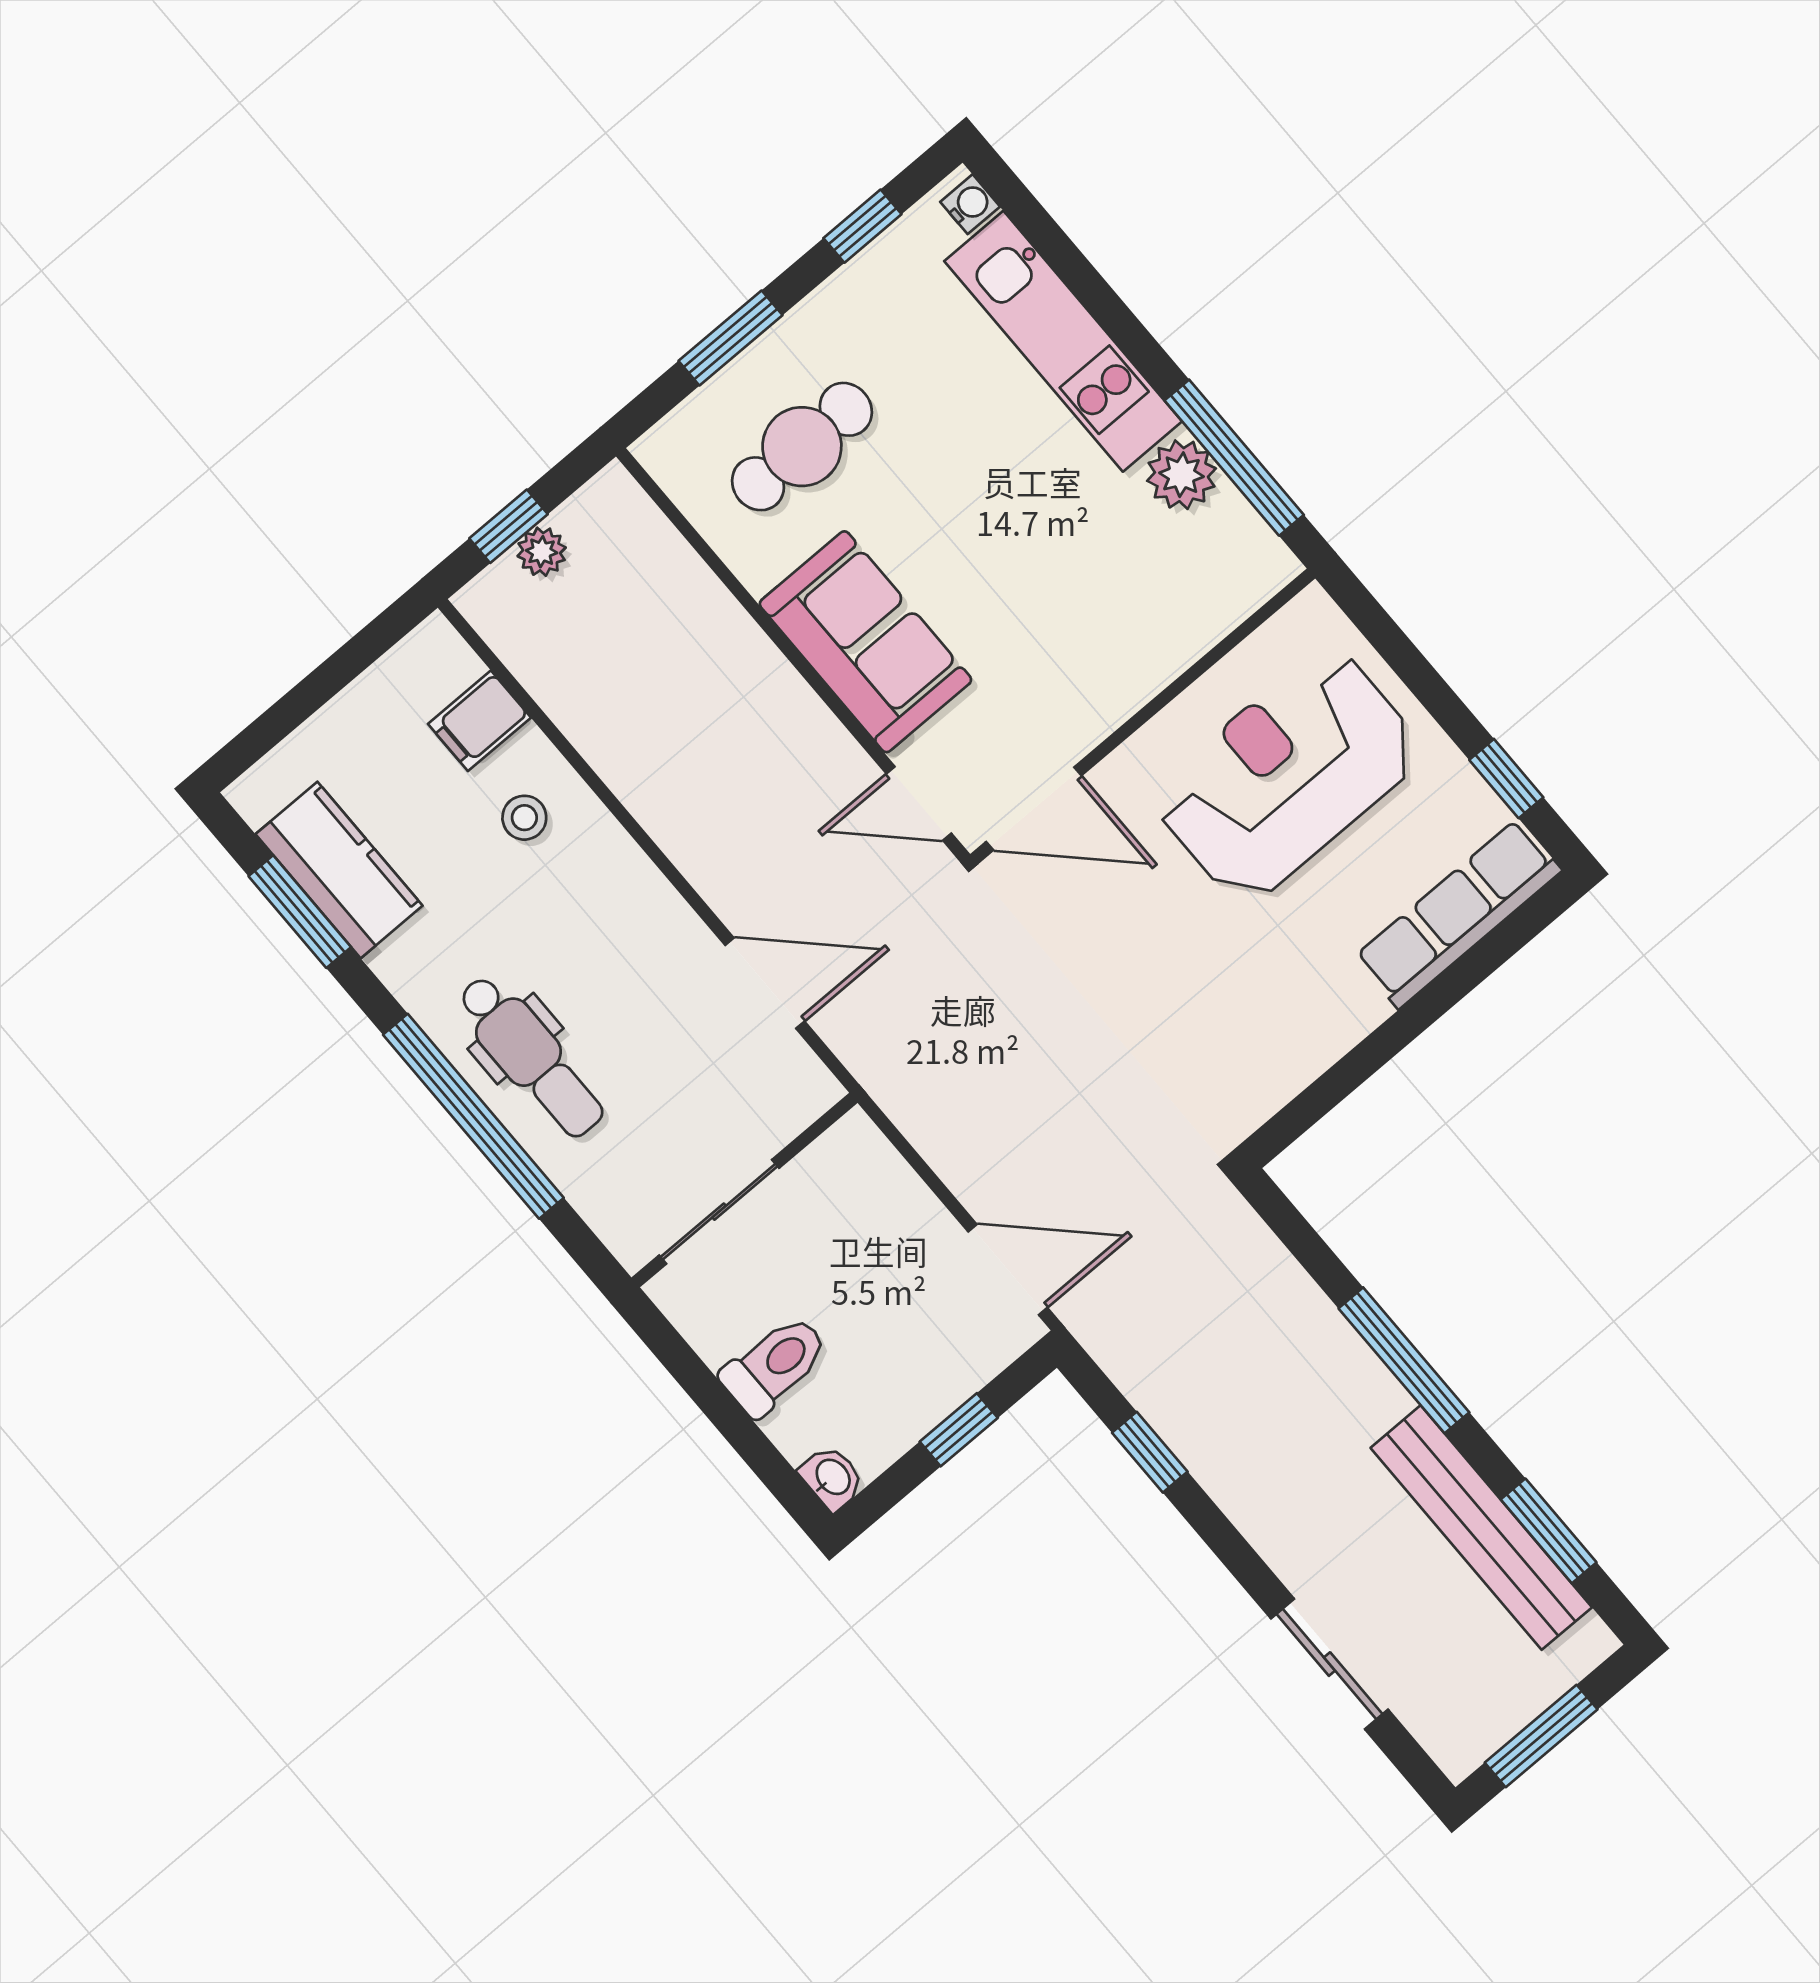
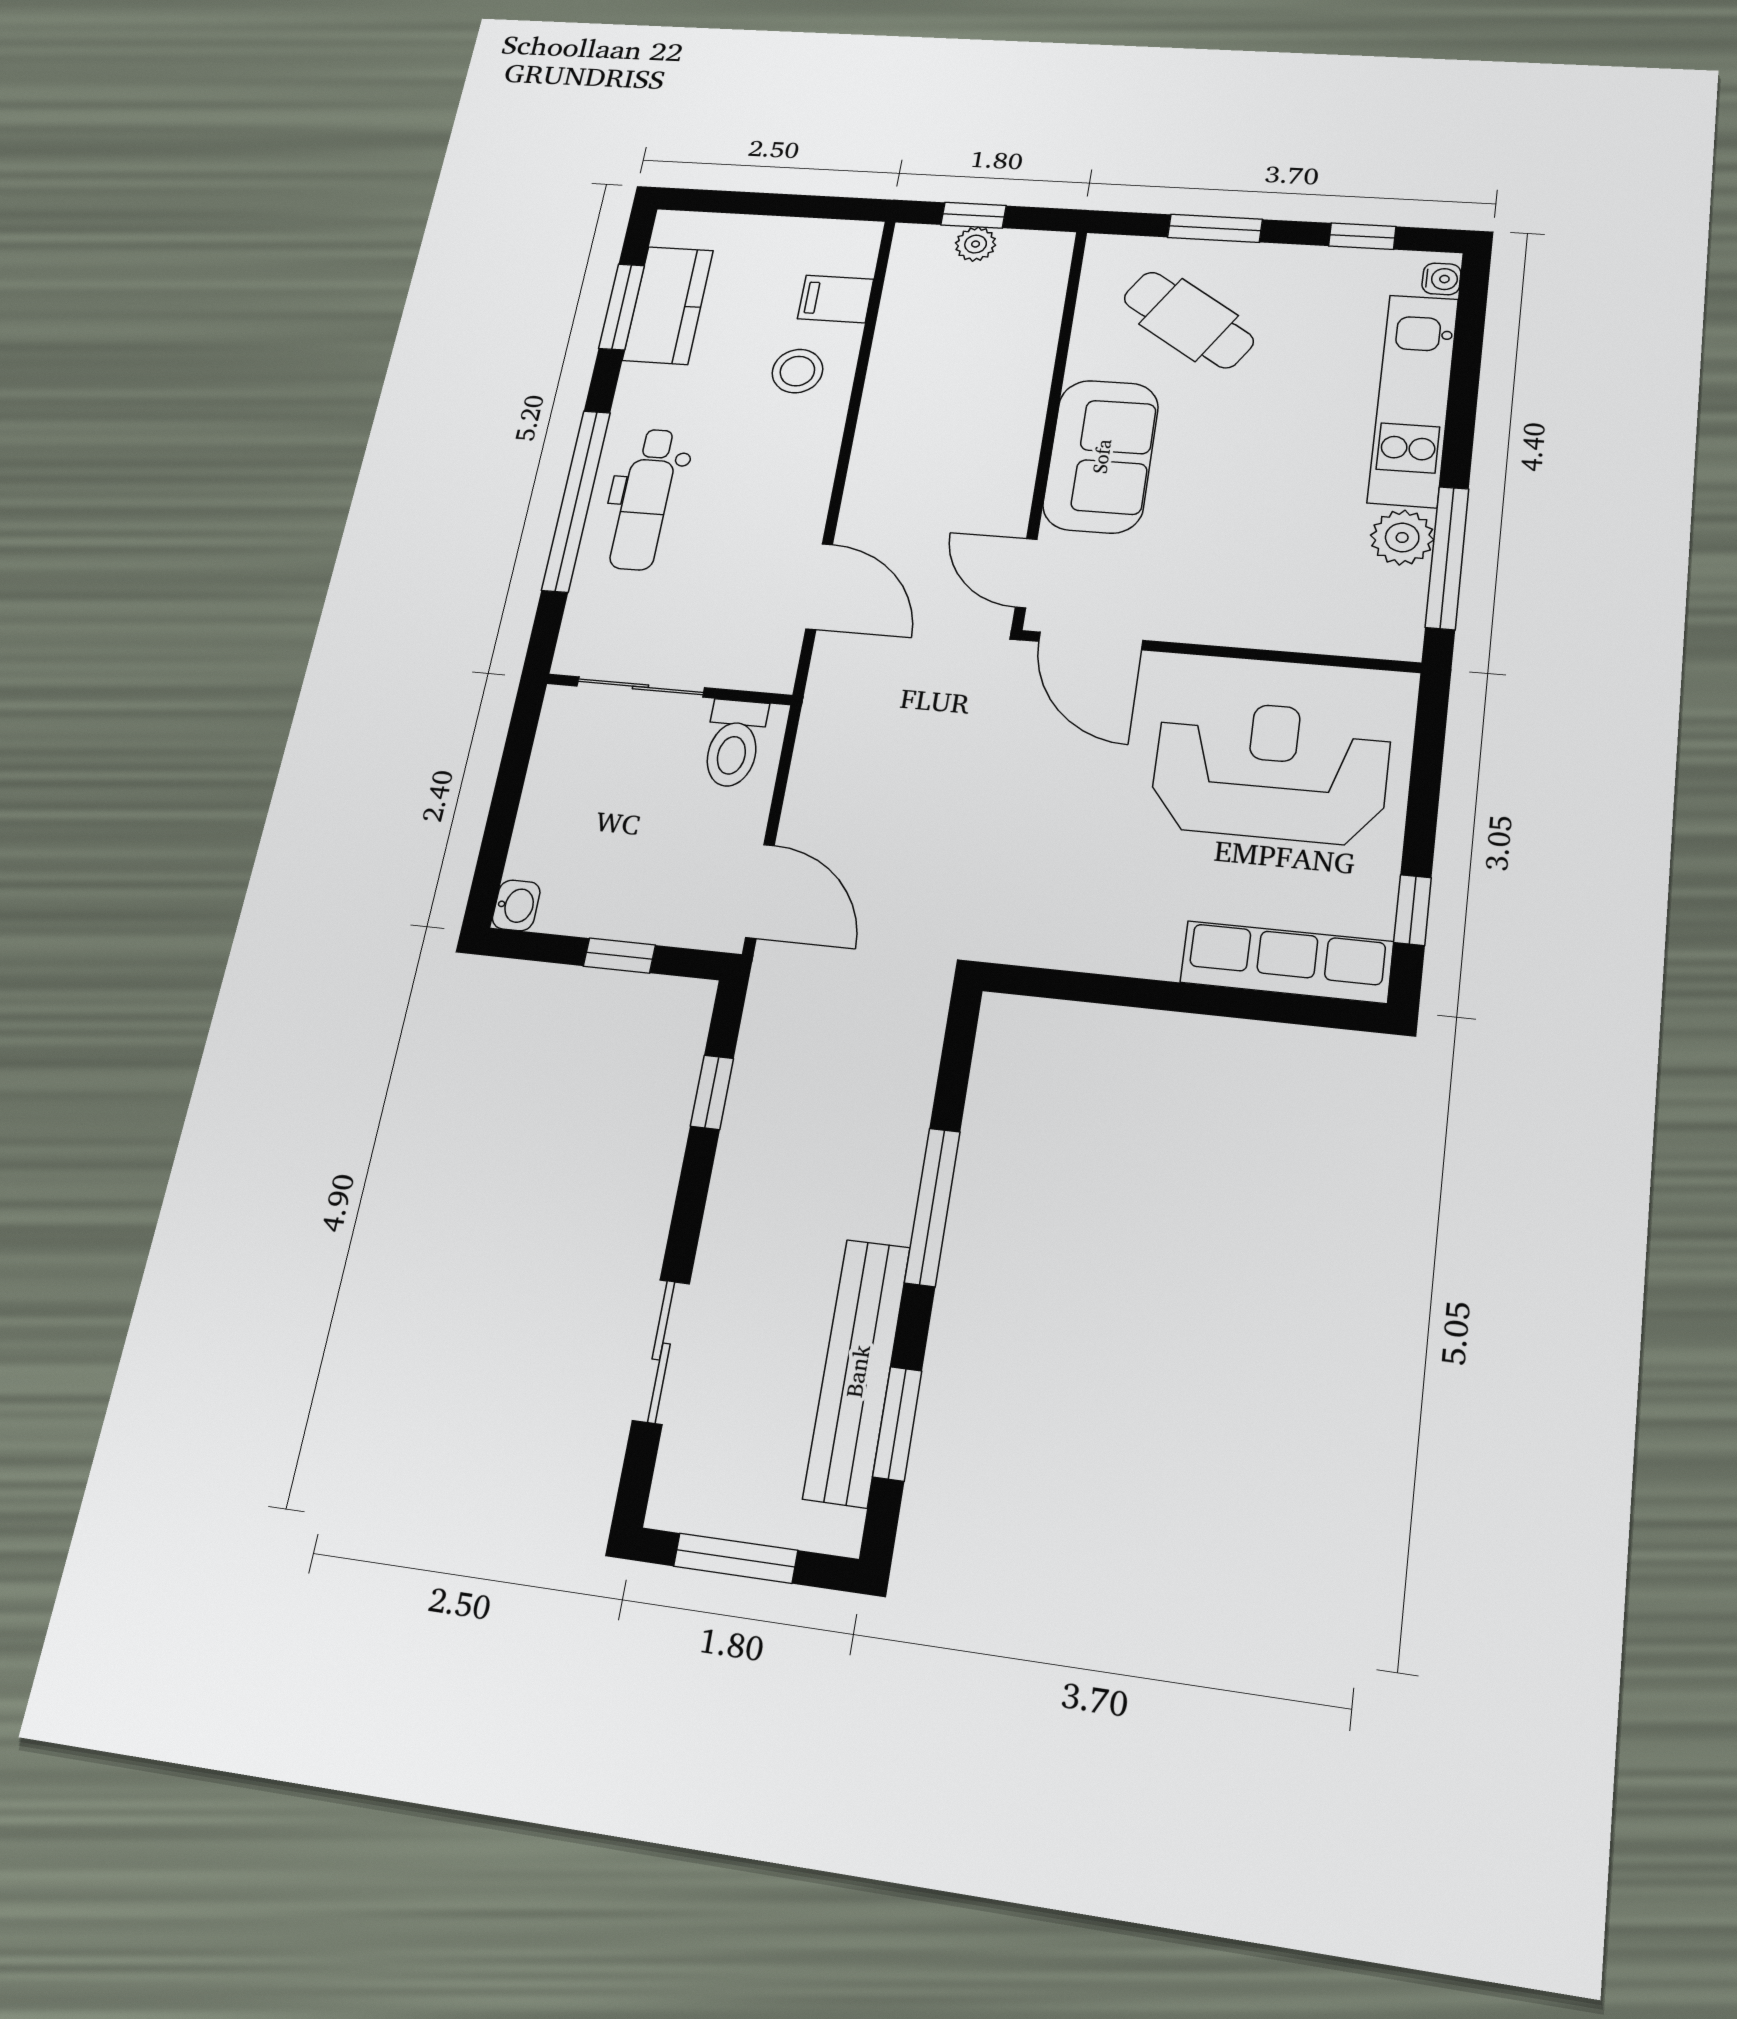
cafe table: (802, 447) -> (1189, 320), turned 33
stool: (524, 818) -> (797, 371), width x1.37, depth x1.37
toilet: (775, 1365) -> (734, 743), moved, turned 90

